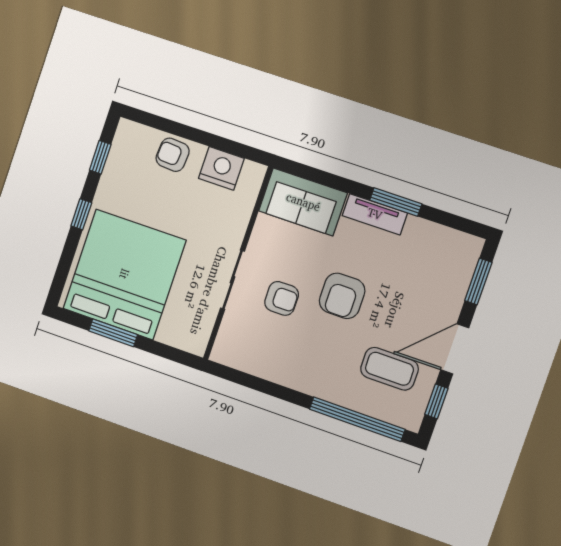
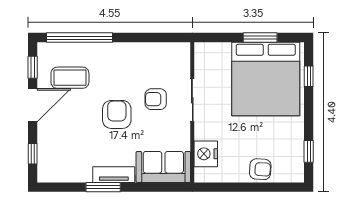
nightstand: (221, 168) -> (206, 154), moved, turned 90
window: (81, 214) -> (309, 76), moved
window: (478, 282) -> (33, 154), width x0.67

